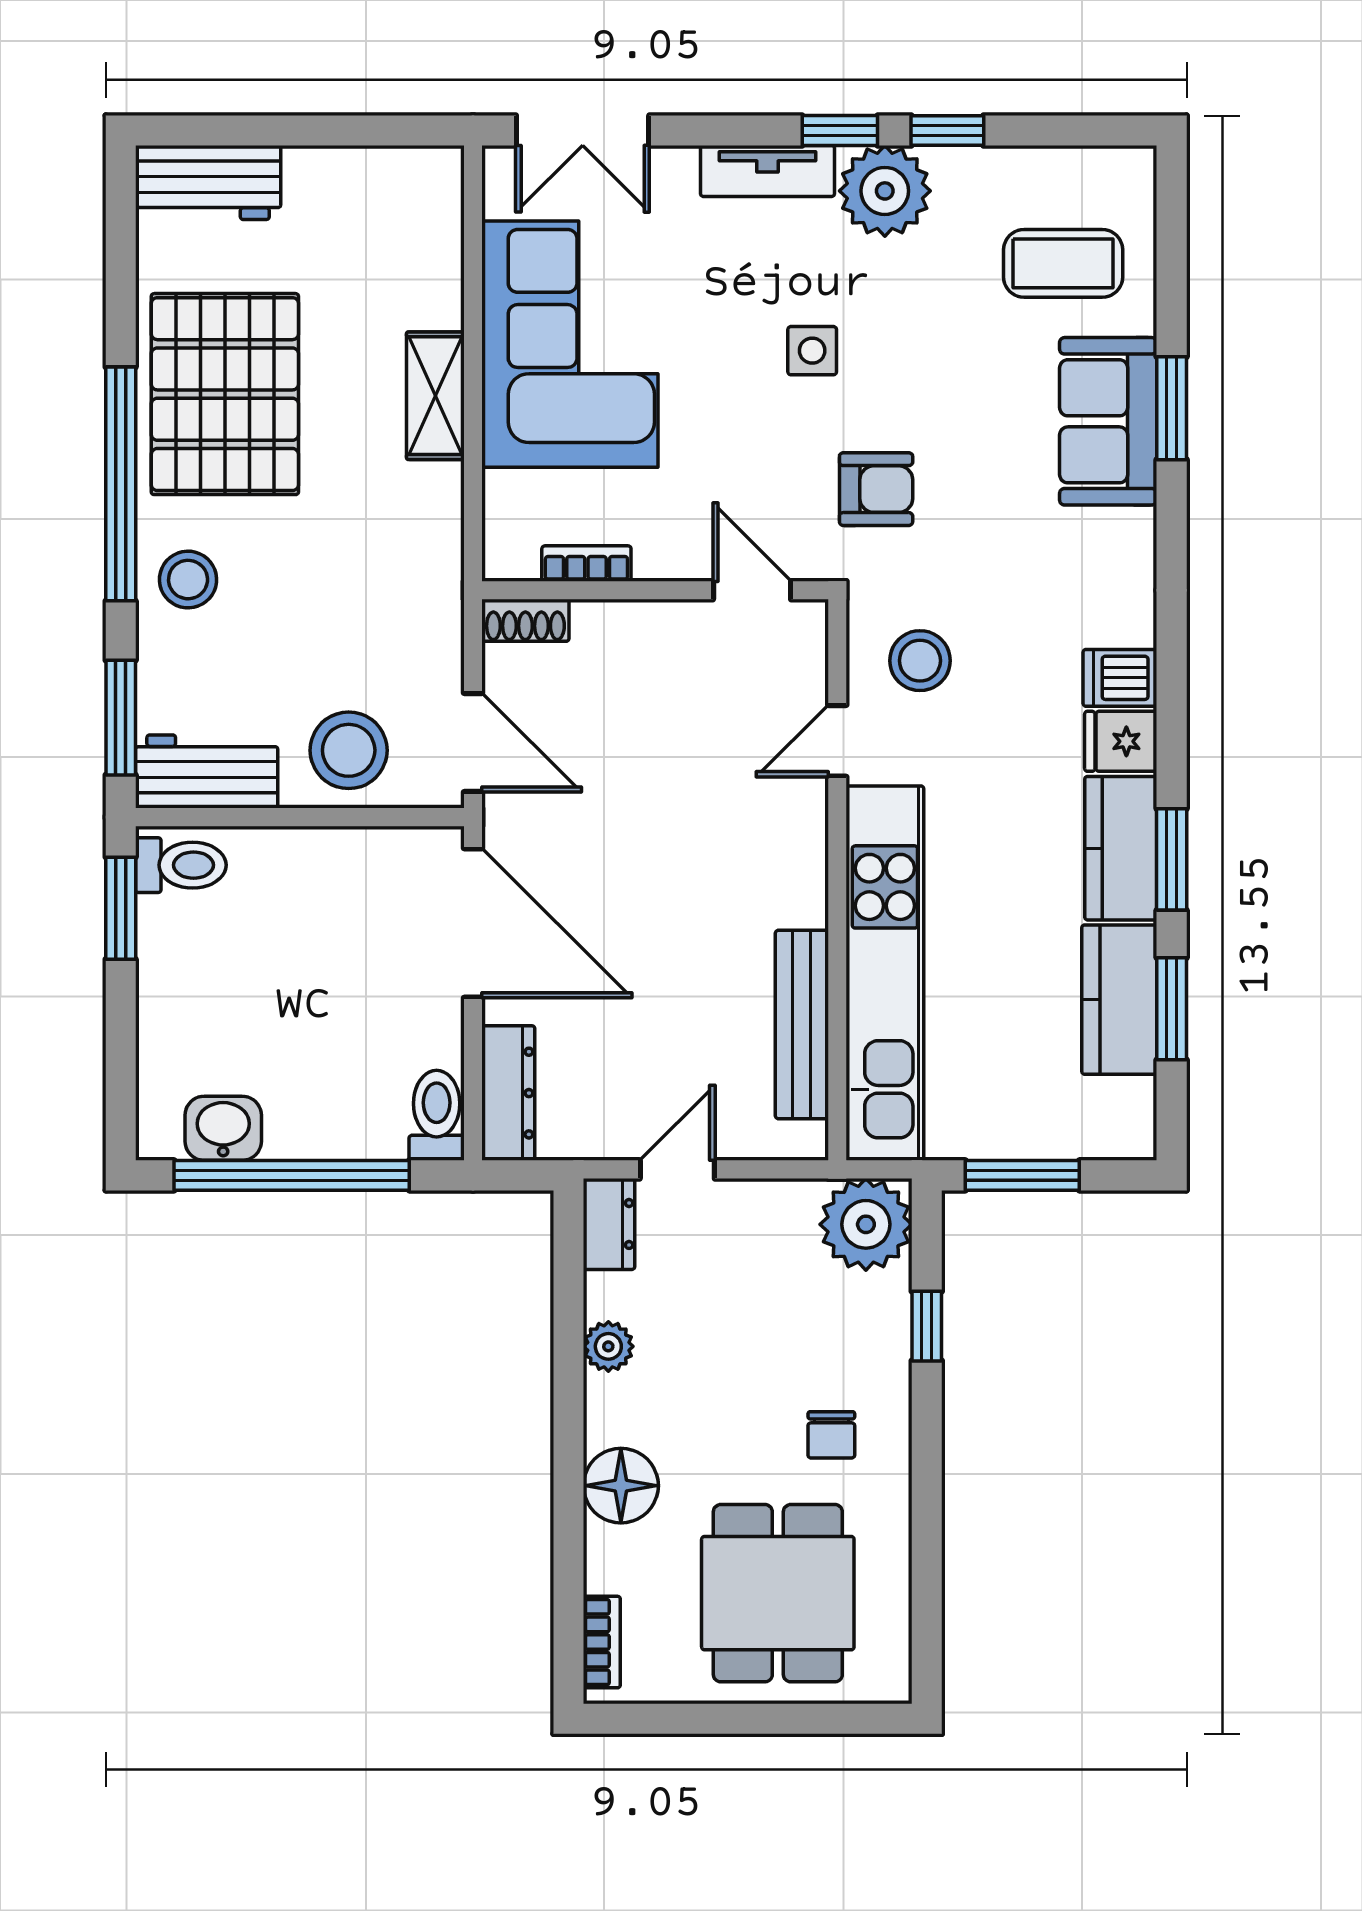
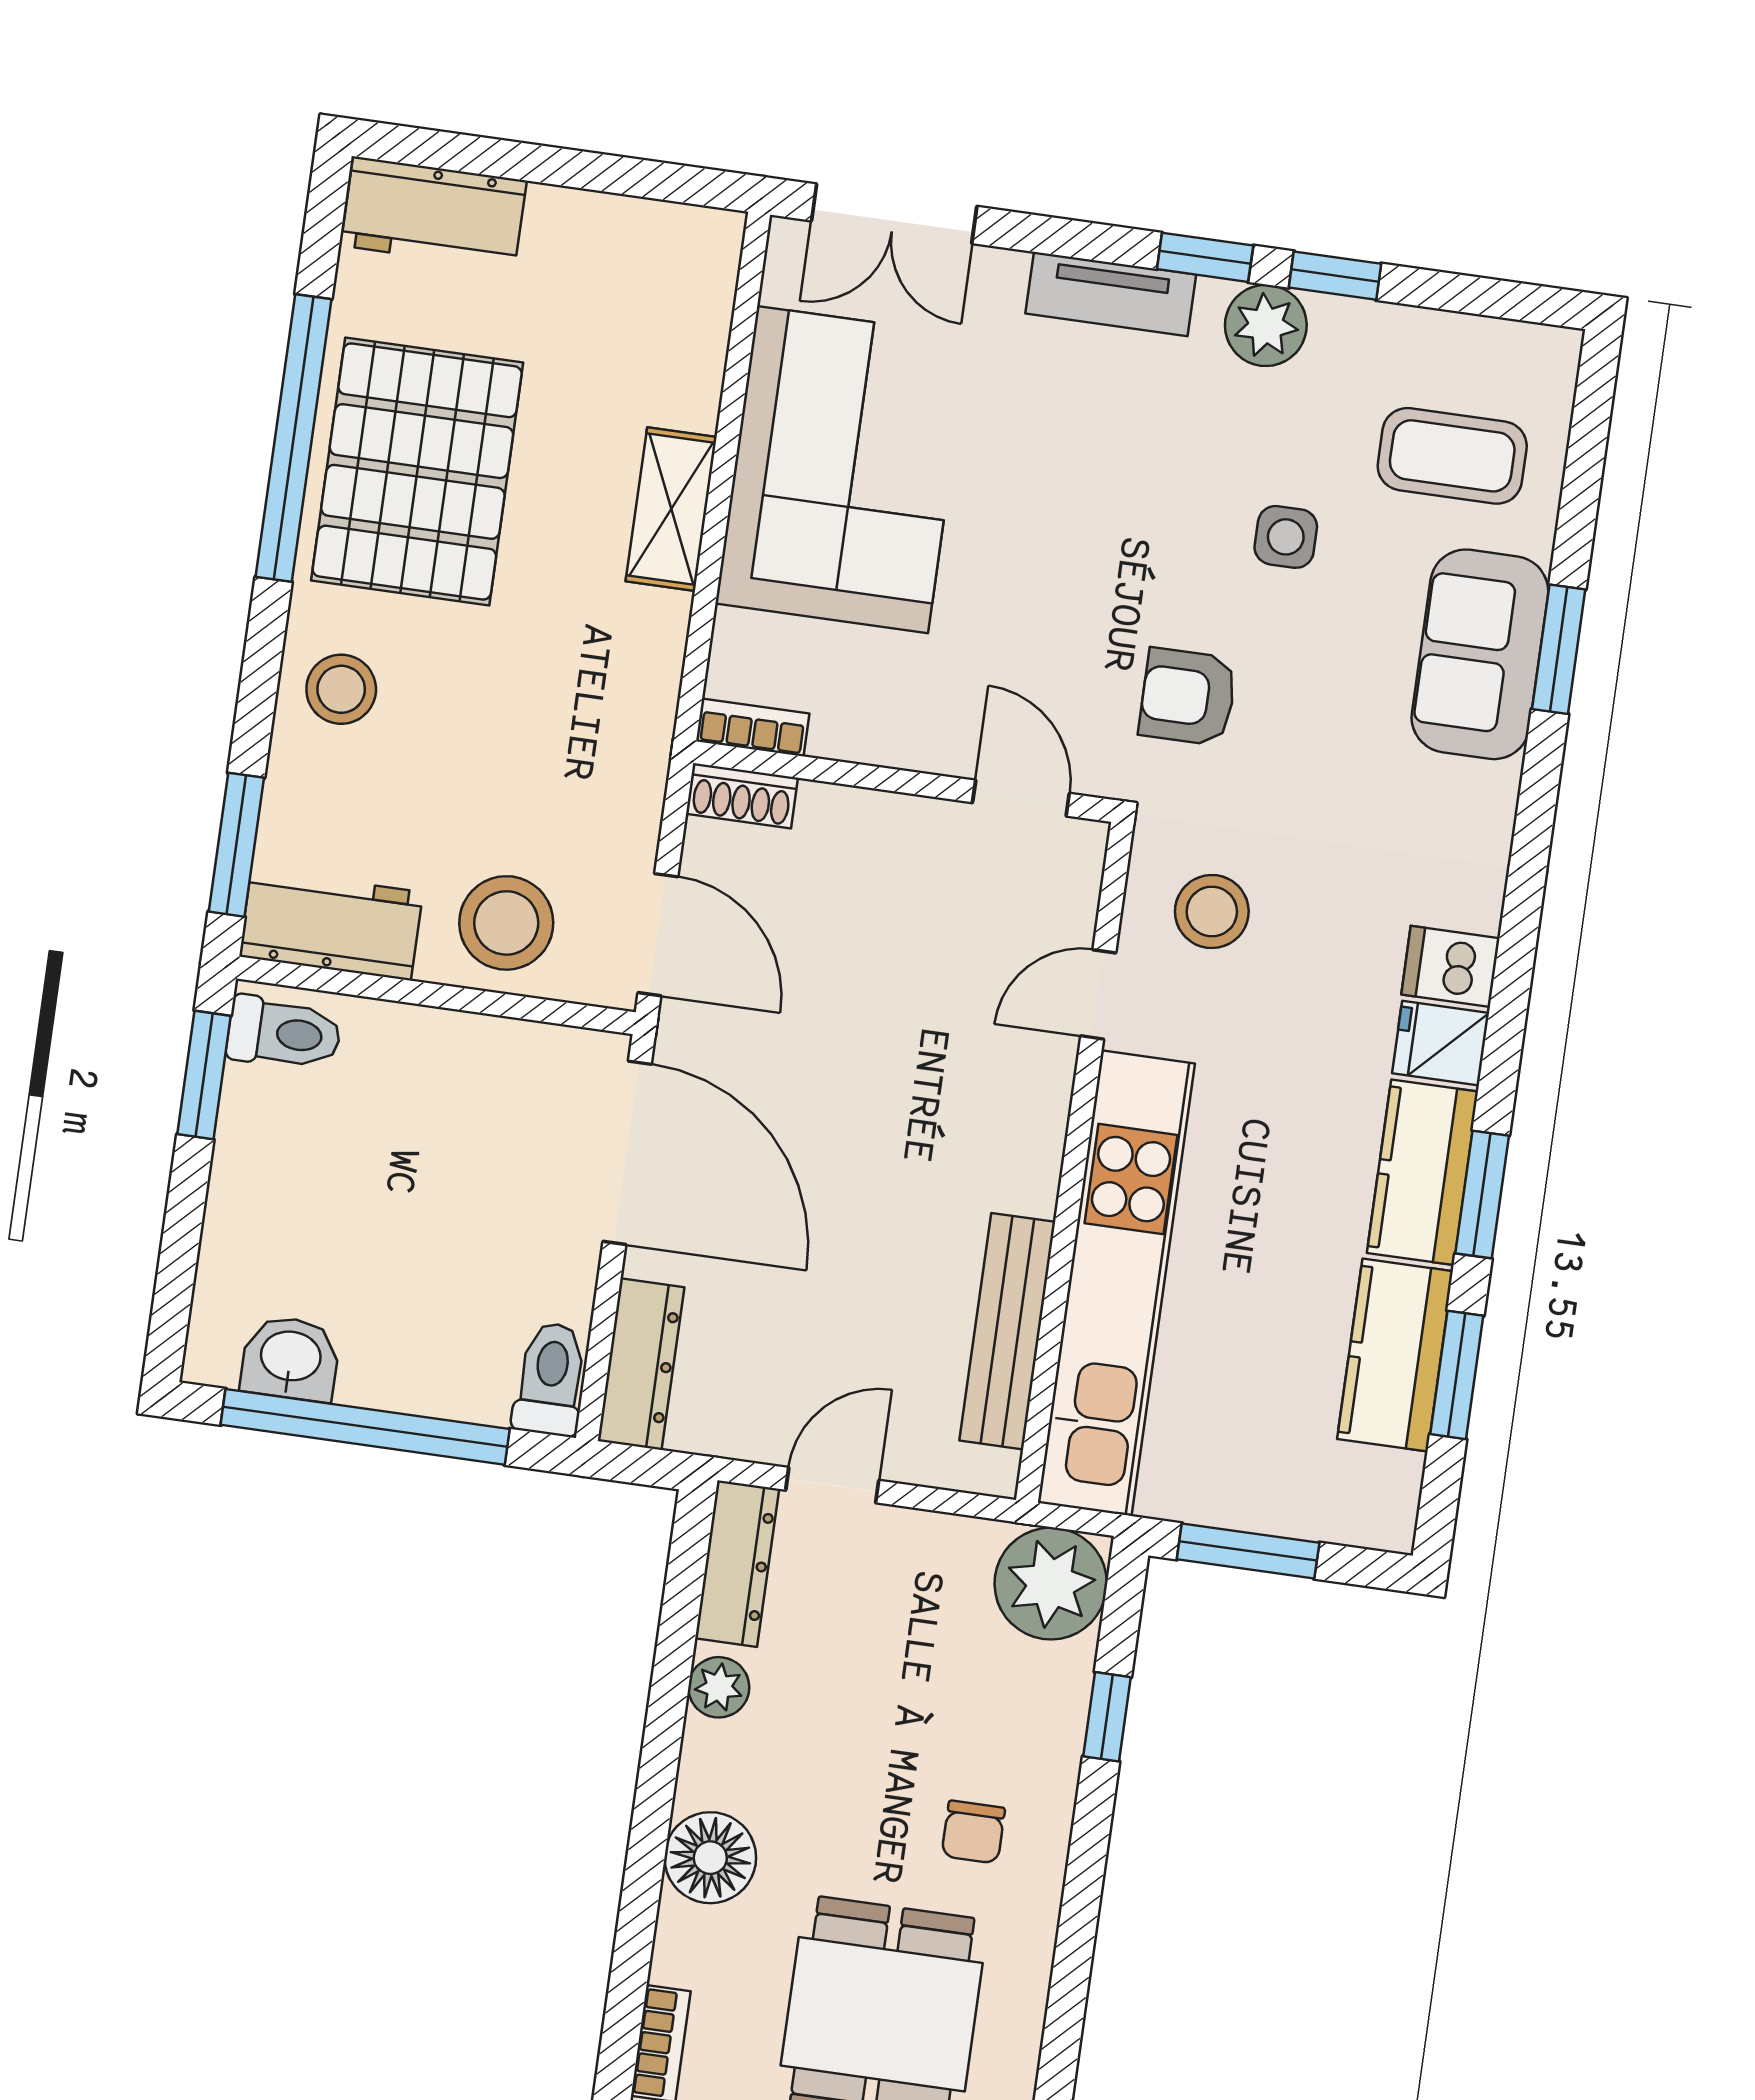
plant: (885, 191) -> (1266, 325), width x0.73, depth x0.73
side table: (812, 351) -> (1286, 537), moved
window: (121, 484) -> (293, 438), moved
armchair: (876, 489) -> (1188, 697), turned 180
bookcase: (586, 564) -> (753, 727), moved
dresser: (609, 1224) -> (737, 1564), width x1.44

